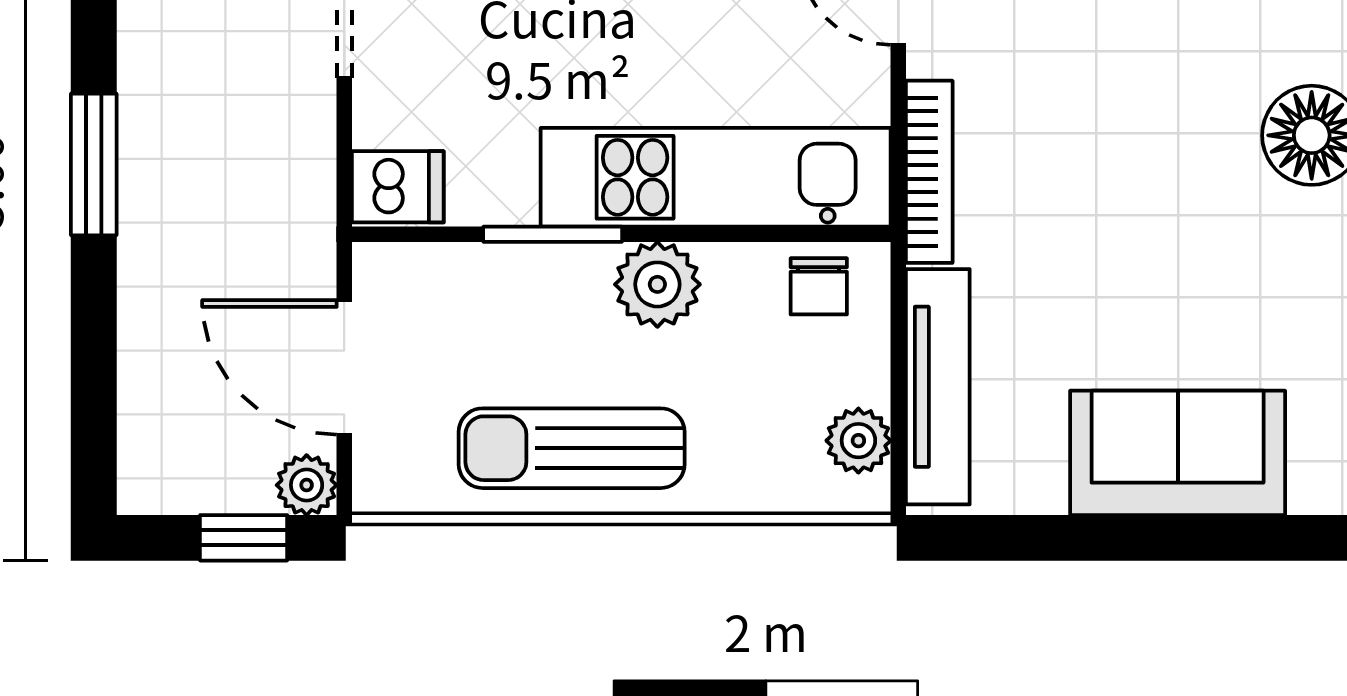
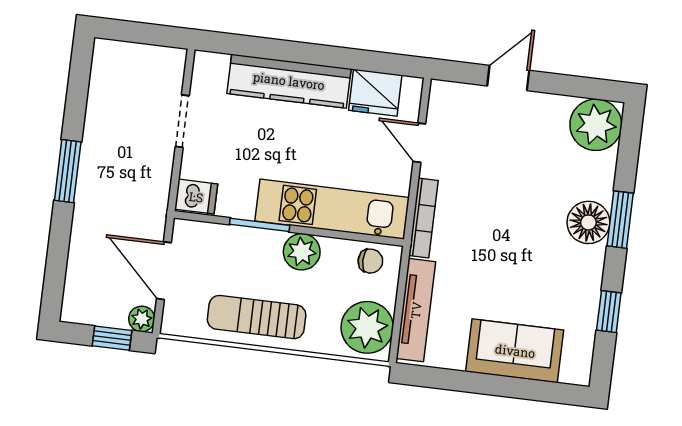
chair: (819, 286) -> (370, 261), turned -90
plant: (858, 441) -> (367, 327), width x1.87, depth x1.87

